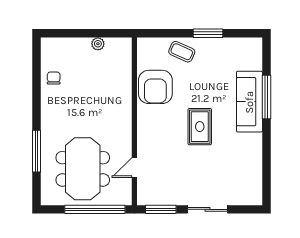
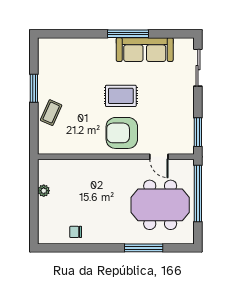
armchair: (155, 87) -> (122, 133), moved, turned 180
window: (266, 97) -> (128, 34), moved
sofa: (249, 102) -> (145, 50), moved
sliding door: (207, 209) -> (198, 68), moved

